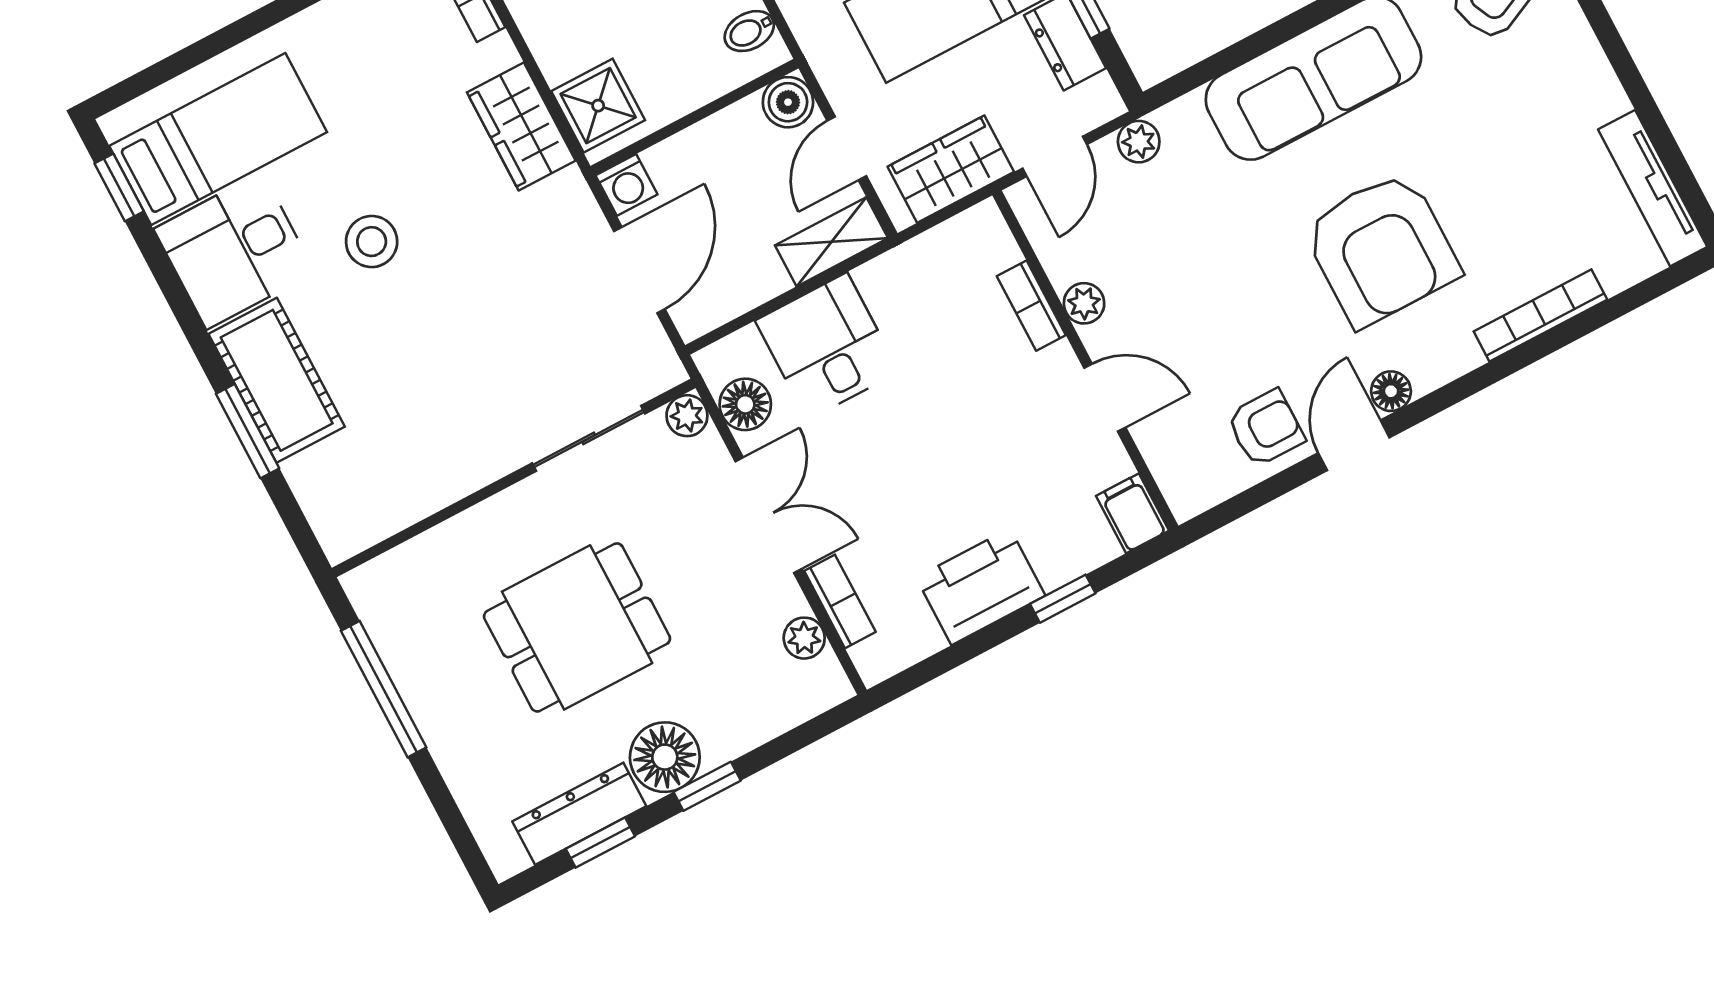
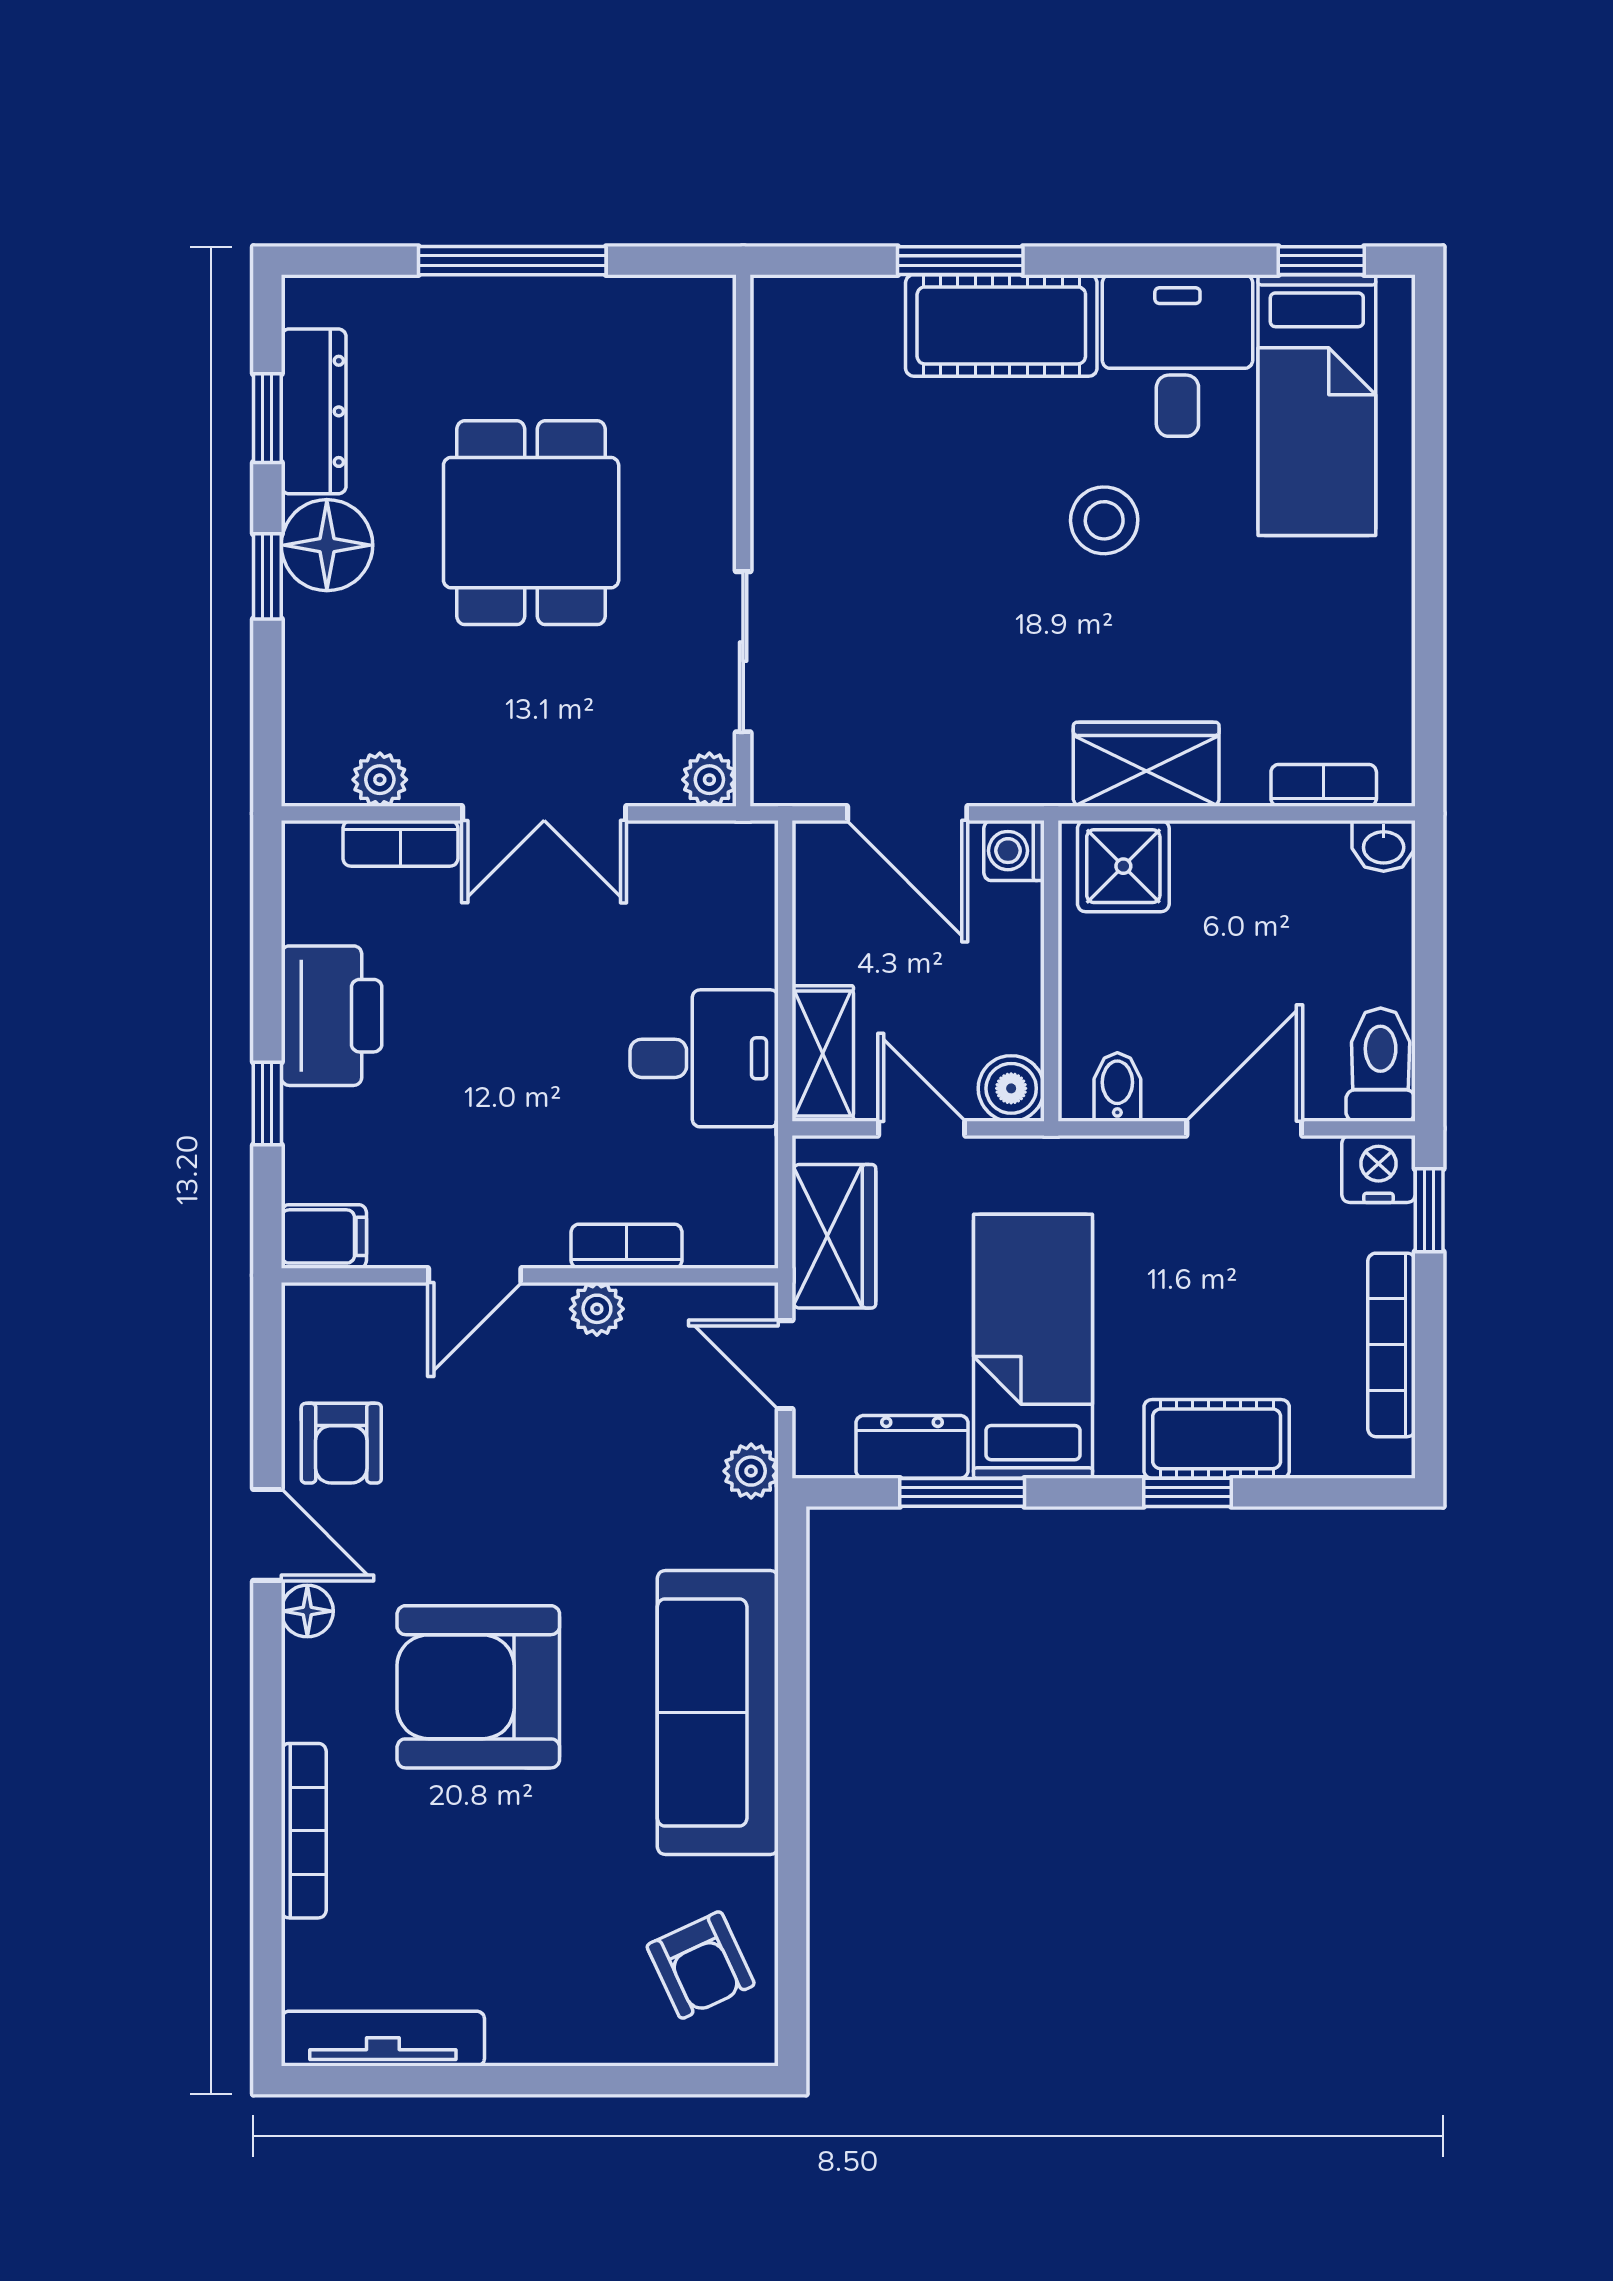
desk: (827, 346) -> (704, 1058), moved
floor lamp: (745, 404) -> (687, 854), removed
window: (384, 689) -> (512, 261), moved

